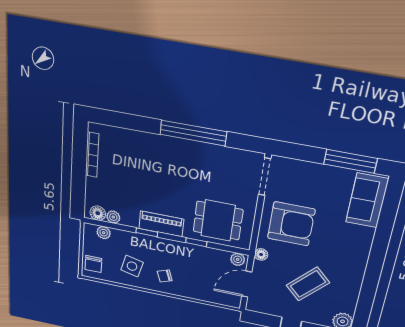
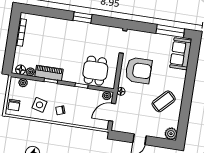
window: (193, 133) -> (83, 18), width x0.47
dining table: (218, 221) -> (95, 71), turned 90
piano: (161, 224) -> (49, 73), moved
coffee table: (308, 284) -> (164, 101), moved

